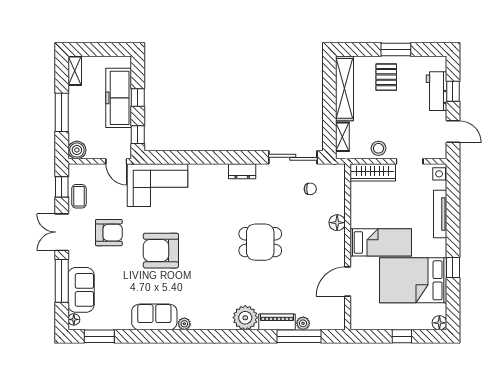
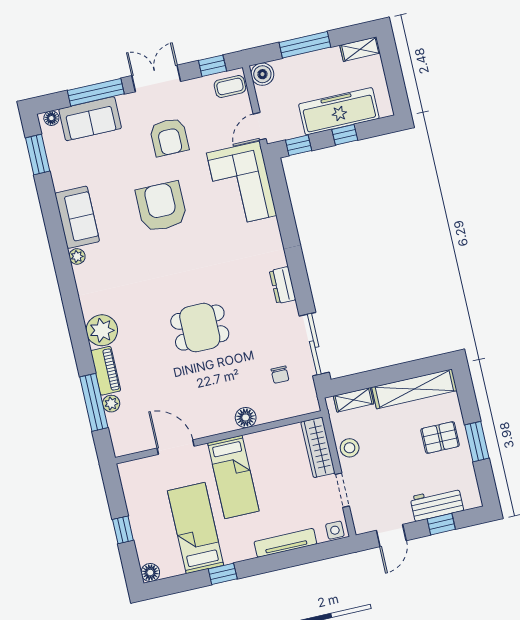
coffee table: (79, 196) -> (230, 86), moved
dining table: (260, 242) -> (200, 328), turned 90
bed: (413, 280) -> (196, 528), width x0.67

